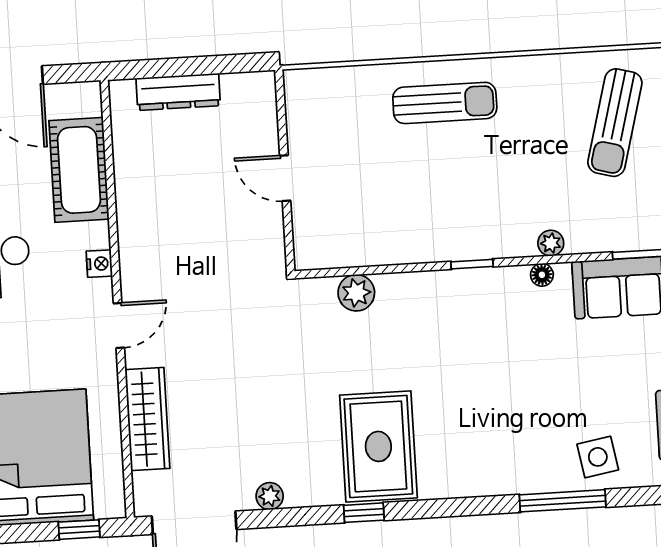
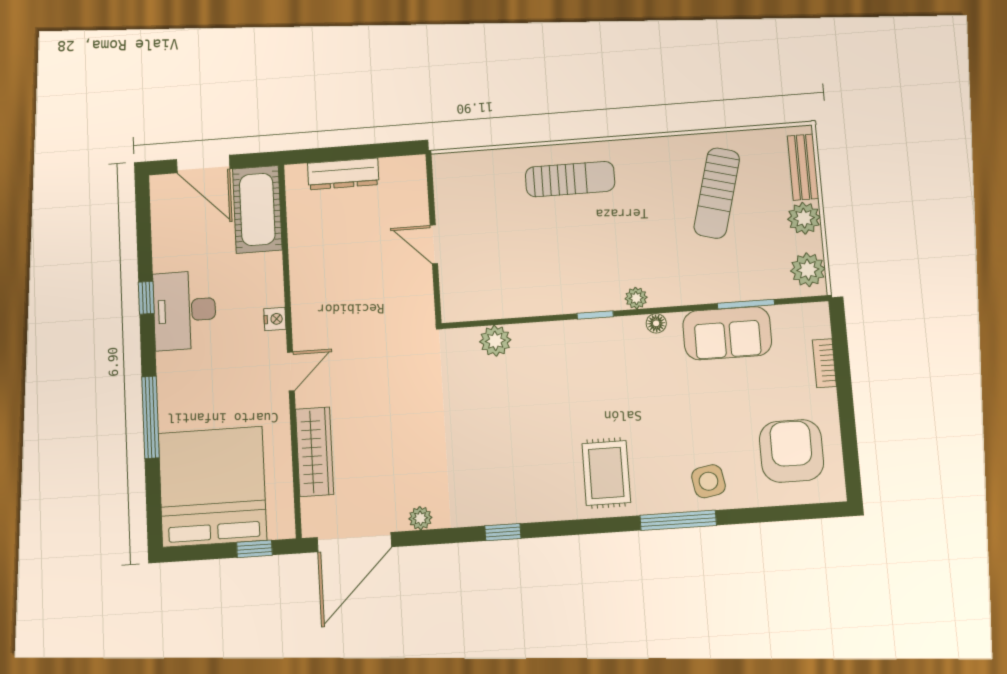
cot: (79, 170) -> (257, 209), moved
plant: (551, 243) -> (636, 298), moved
rug: (378, 446) -> (606, 473), moved, width x0.73, depth x0.70

